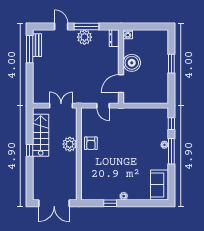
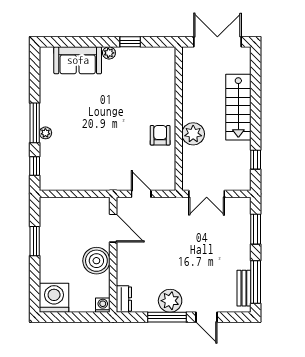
washing machine: (159, 39) -> (54, 298), added
window: (171, 64) -> (35, 241), moved
window: (30, 83) -> (256, 229), added
door: (121, 84) -> (113, 228), hinge flipped
stairs: (41, 135) -> (238, 107), moved
window: (30, 150) -> (256, 160), moved
sofa: (160, 185) -> (78, 60), moved, turned 90

